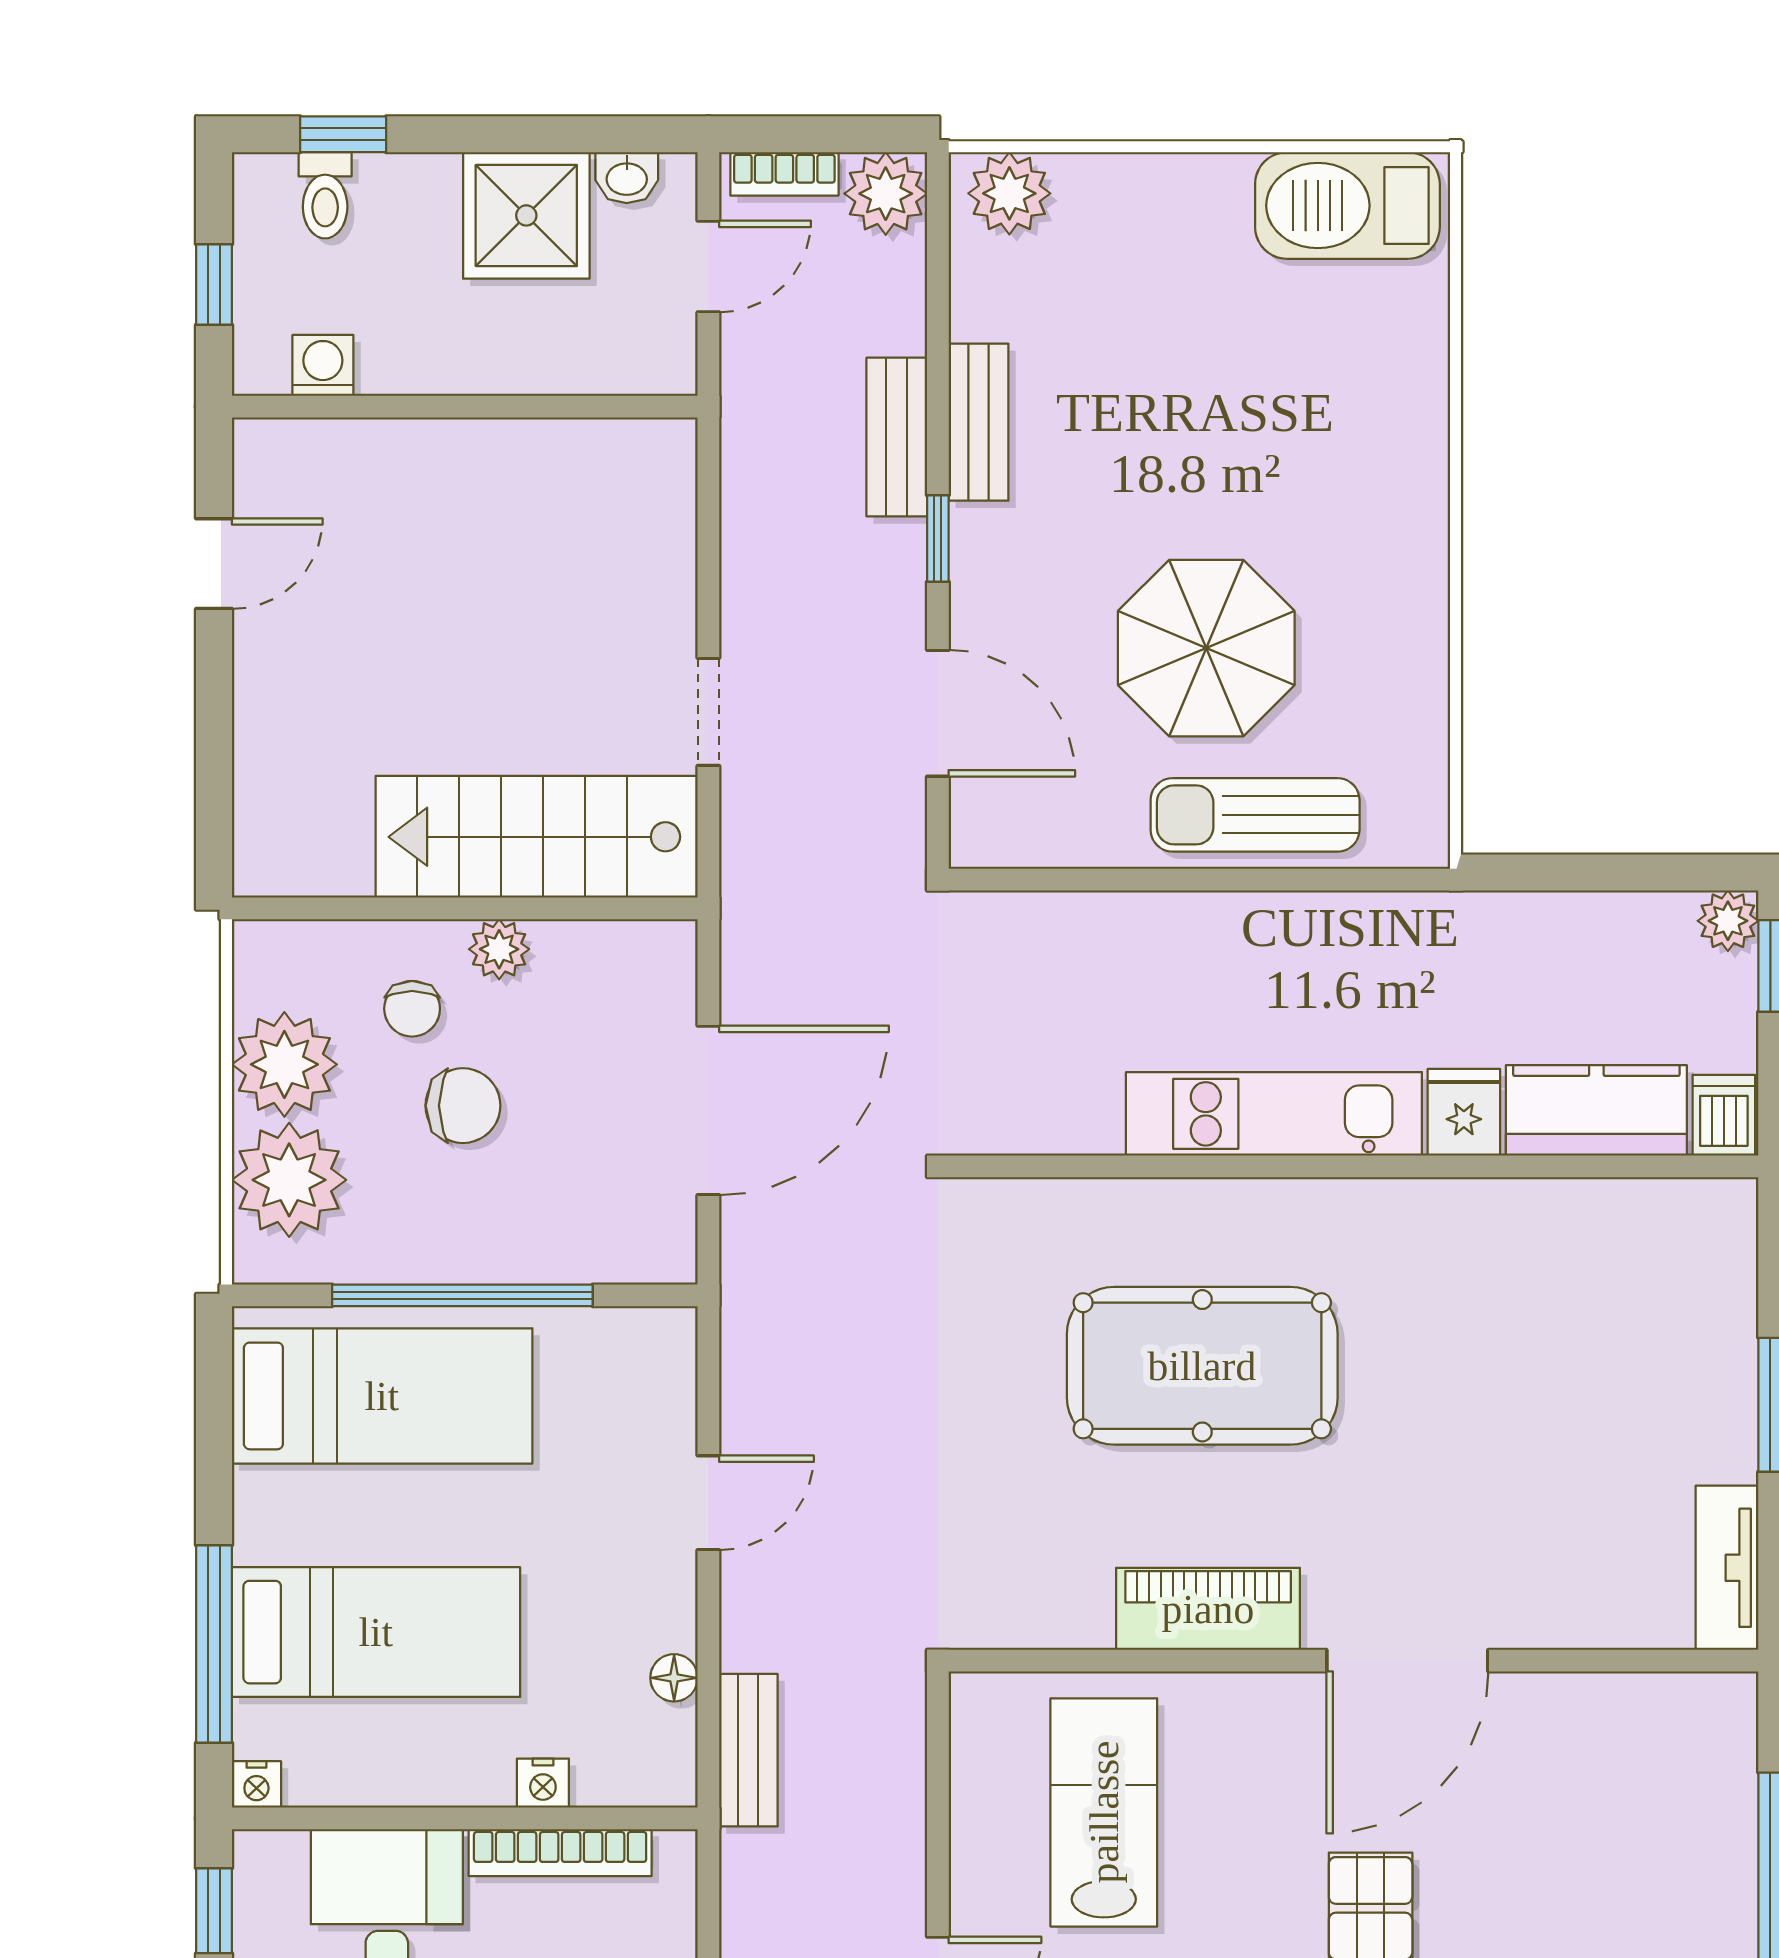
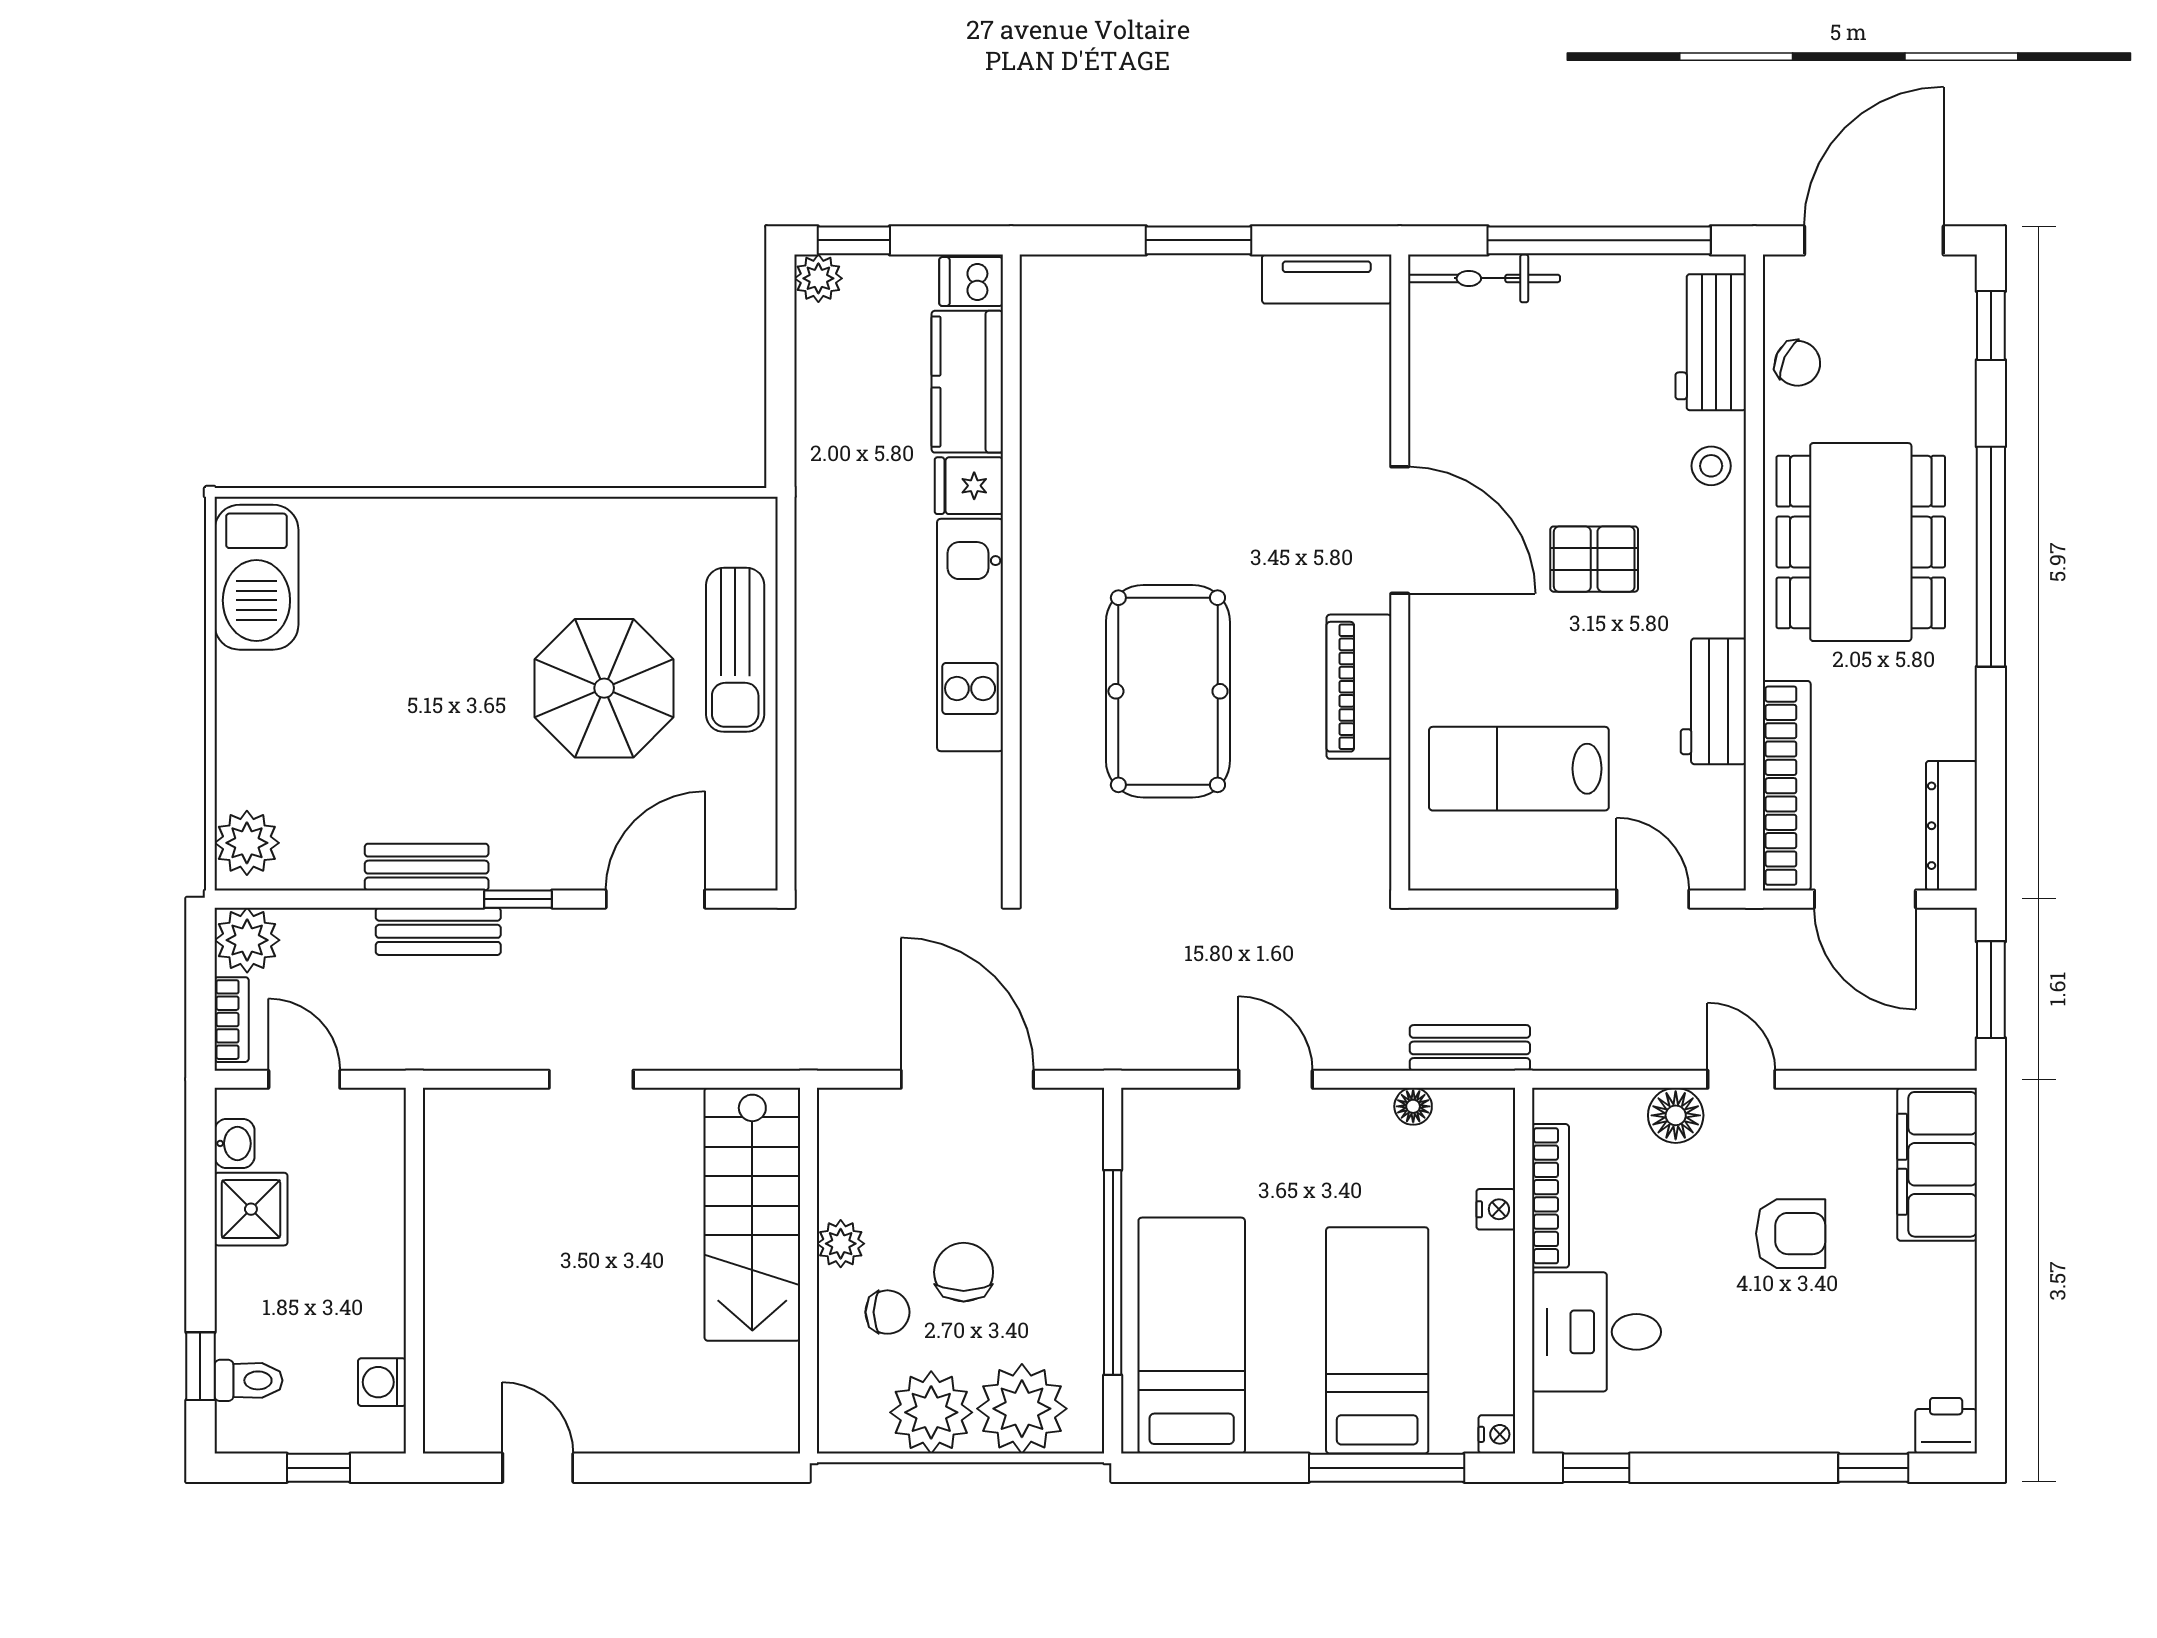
shower: (526, 215) -> (251, 1209), width x0.73, depth x0.73
doorway: (708, 712) -> (591, 1079), moved
bicycle: (1728, 1768) -> (1484, 278), added

